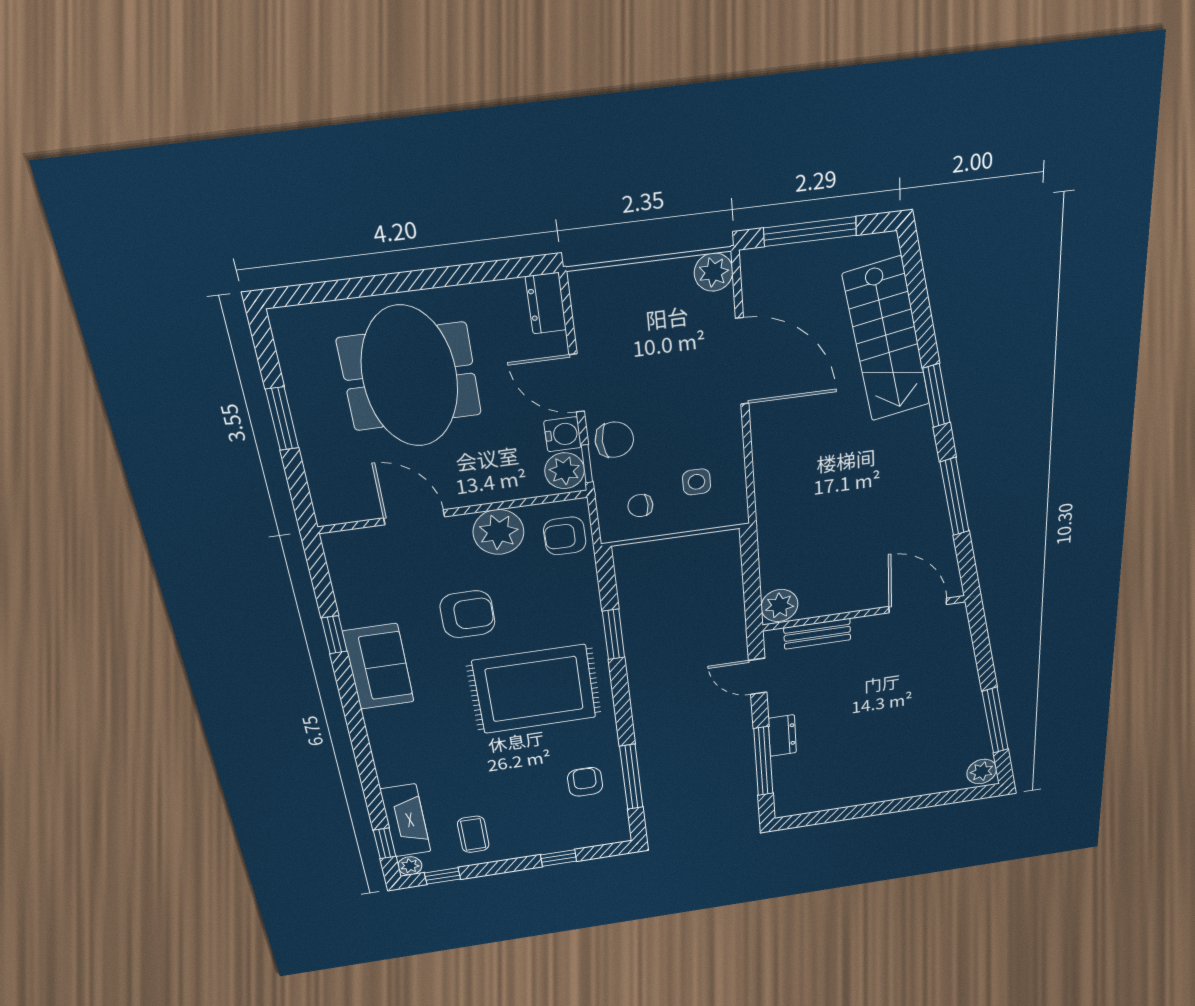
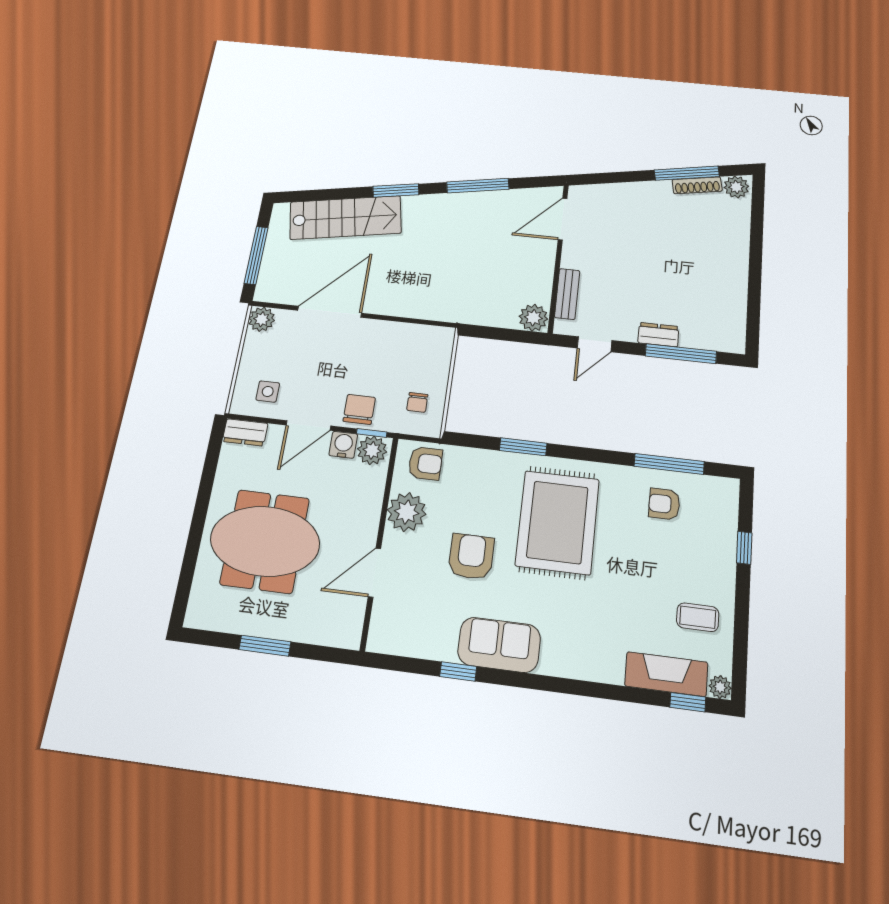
side table: (696, 482) -> (268, 392), moved
armchair: (565, 536) -> (425, 463), turned -90
shoe rack: (980, 734) -> (697, 185), added
window: (442, 876) -> (740, 660), removed

